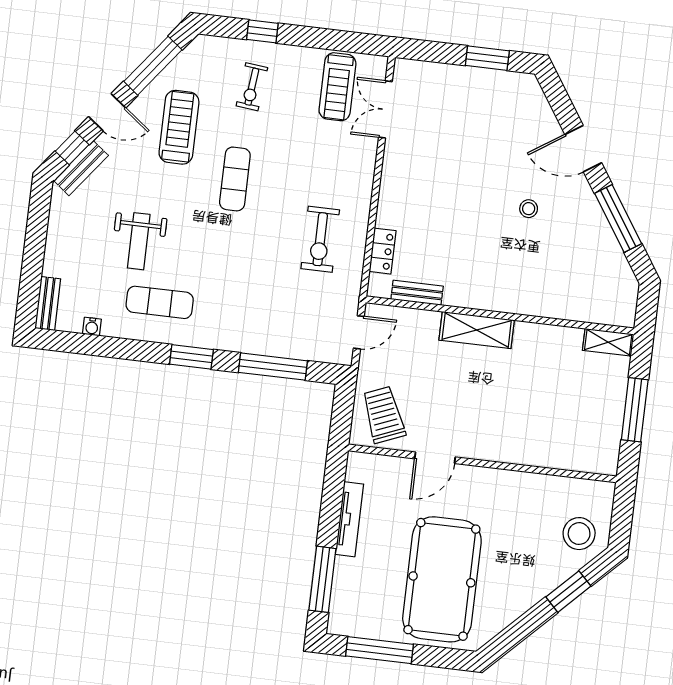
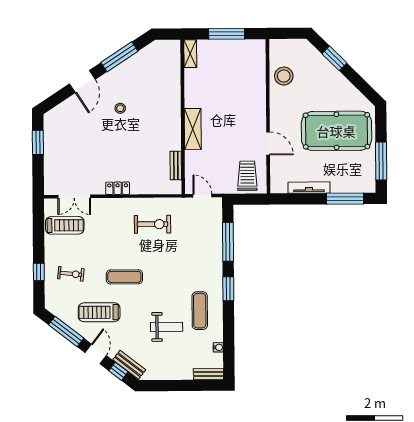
locker: (383, 251) -> (118, 188), moved
trolley: (384, 415) -> (247, 176), turned 112
stool: (579, 534) -> (284, 76), moved

